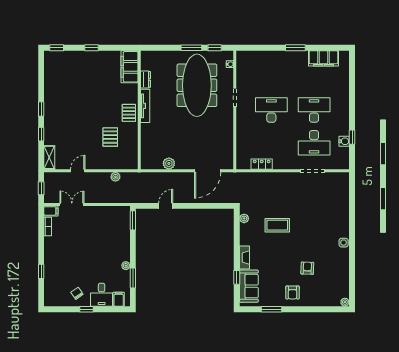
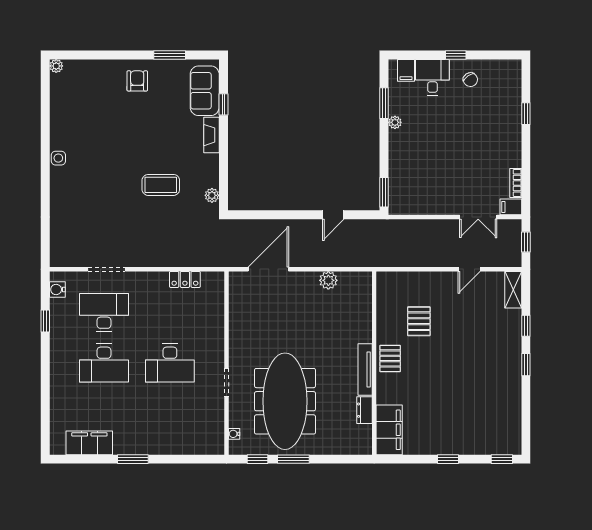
water cooler: (344, 141) -> (57, 290), moved
plant: (115, 177) -> (411, 260), removed
armchair: (307, 268) -> (114, 119), removed

